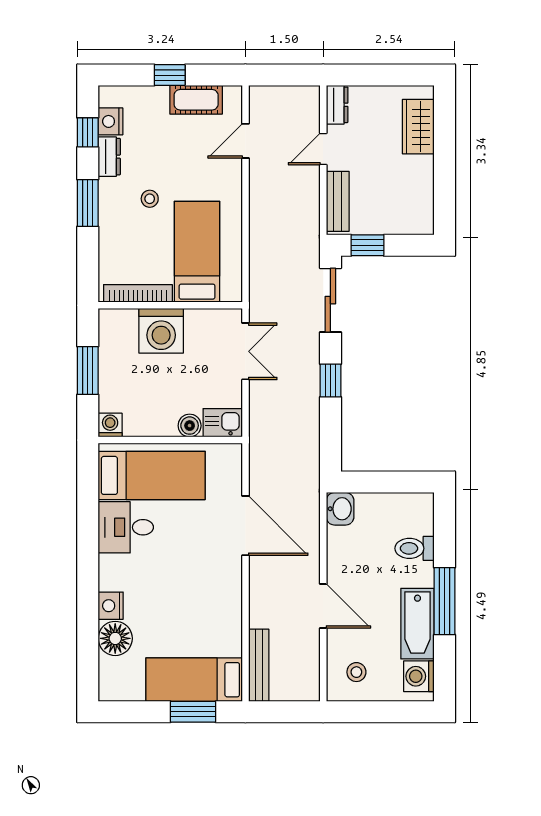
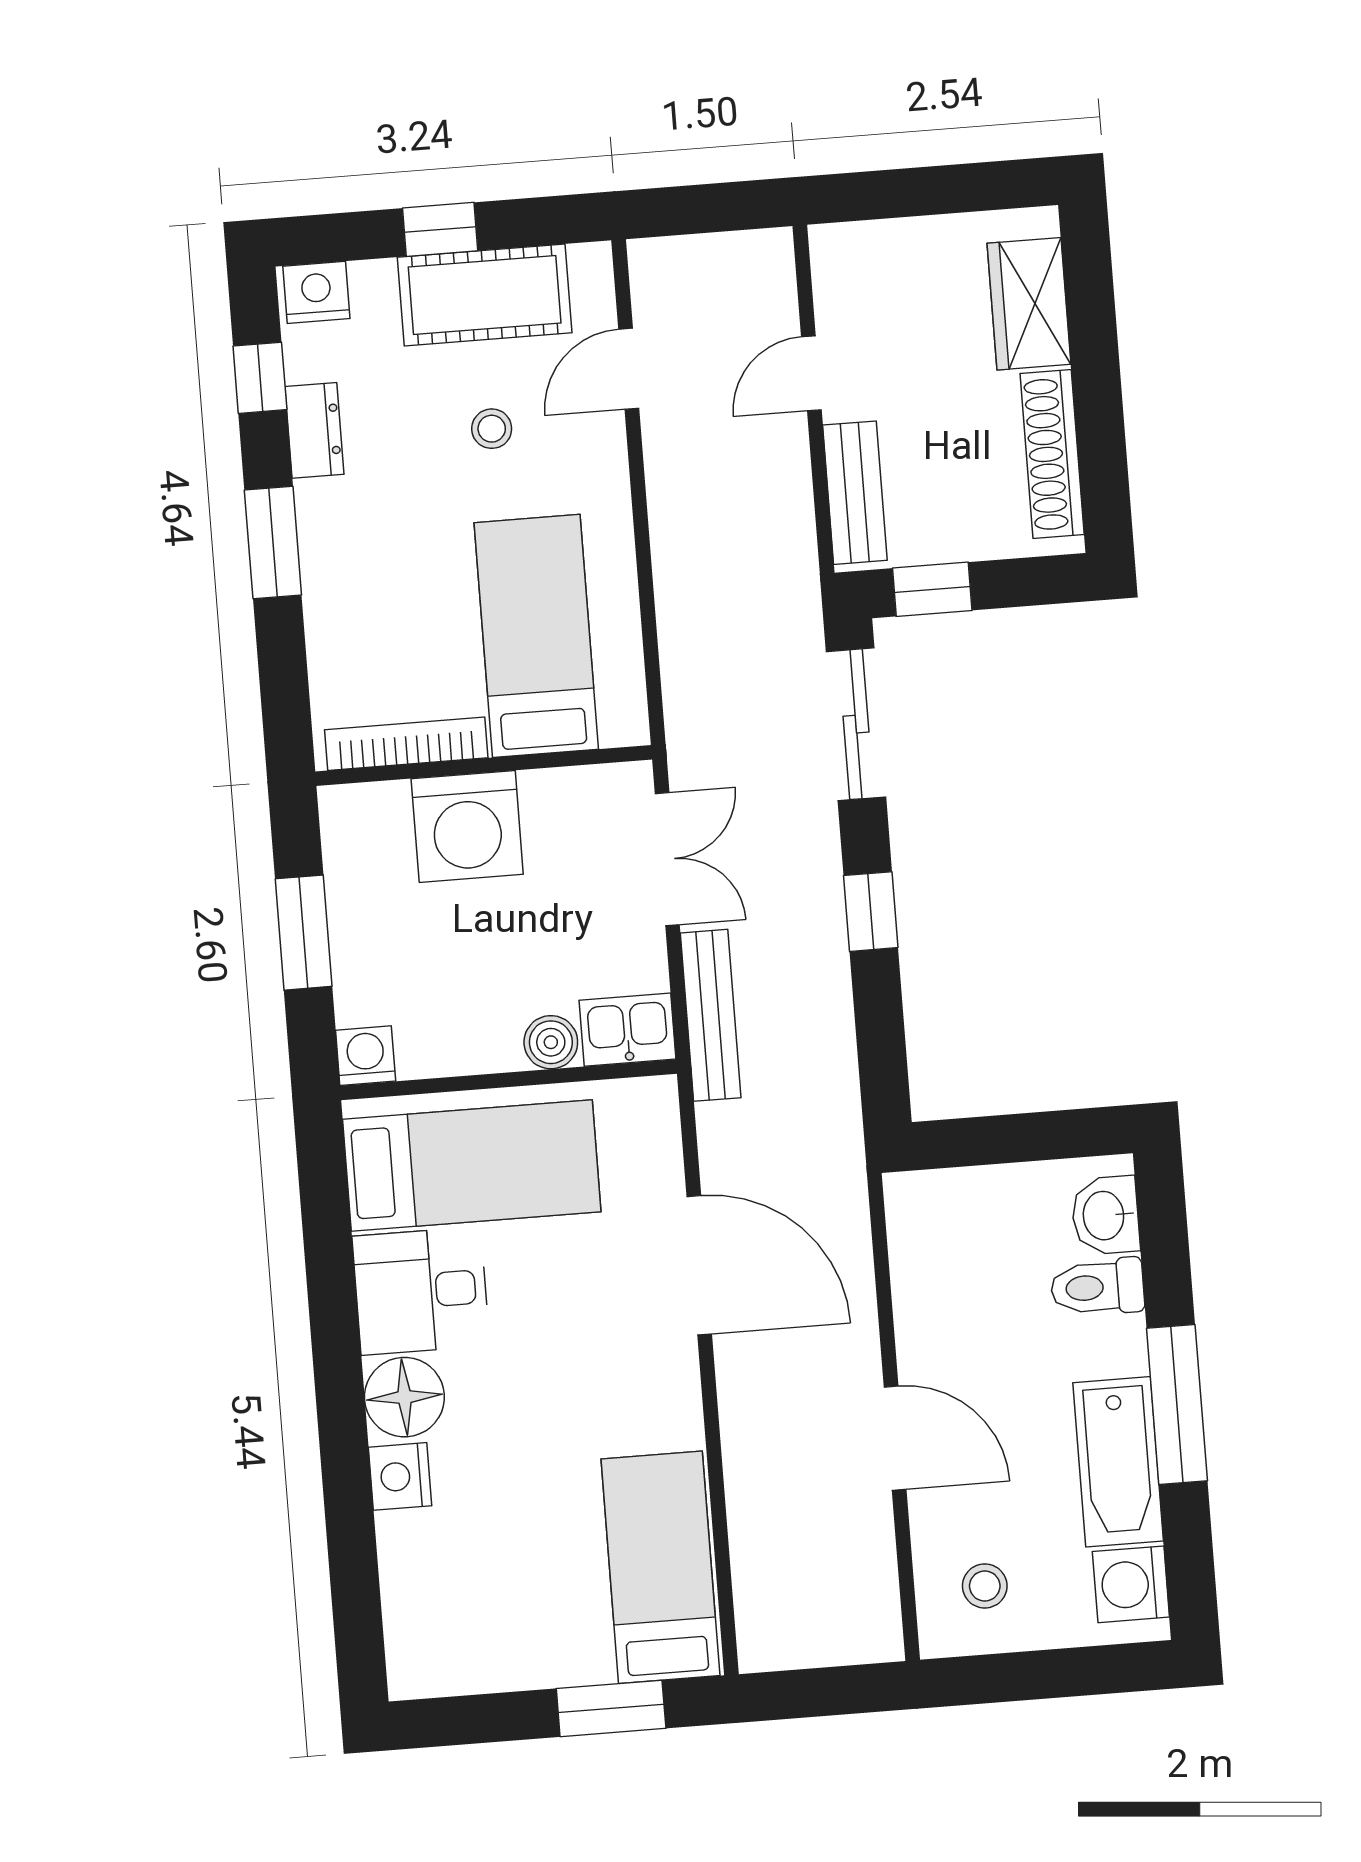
cot: (196, 100) -> (485, 295), width x1.37, depth x1.34
dresser: (337, 105) -> (836, 268), removed
nightstand: (111, 121) -> (316, 292), moved, turned 90
shoe rack: (423, 191) -> (1052, 454), added
stool: (150, 199) -> (492, 429), moved
washbasin: (340, 509) -> (1105, 1215), moved, turned 180
floor lamp: (115, 638) -> (404, 1397), moved
bench: (259, 665) -> (711, 1015), moved
bed: (194, 680) -> (660, 1567), moved, turned 90

